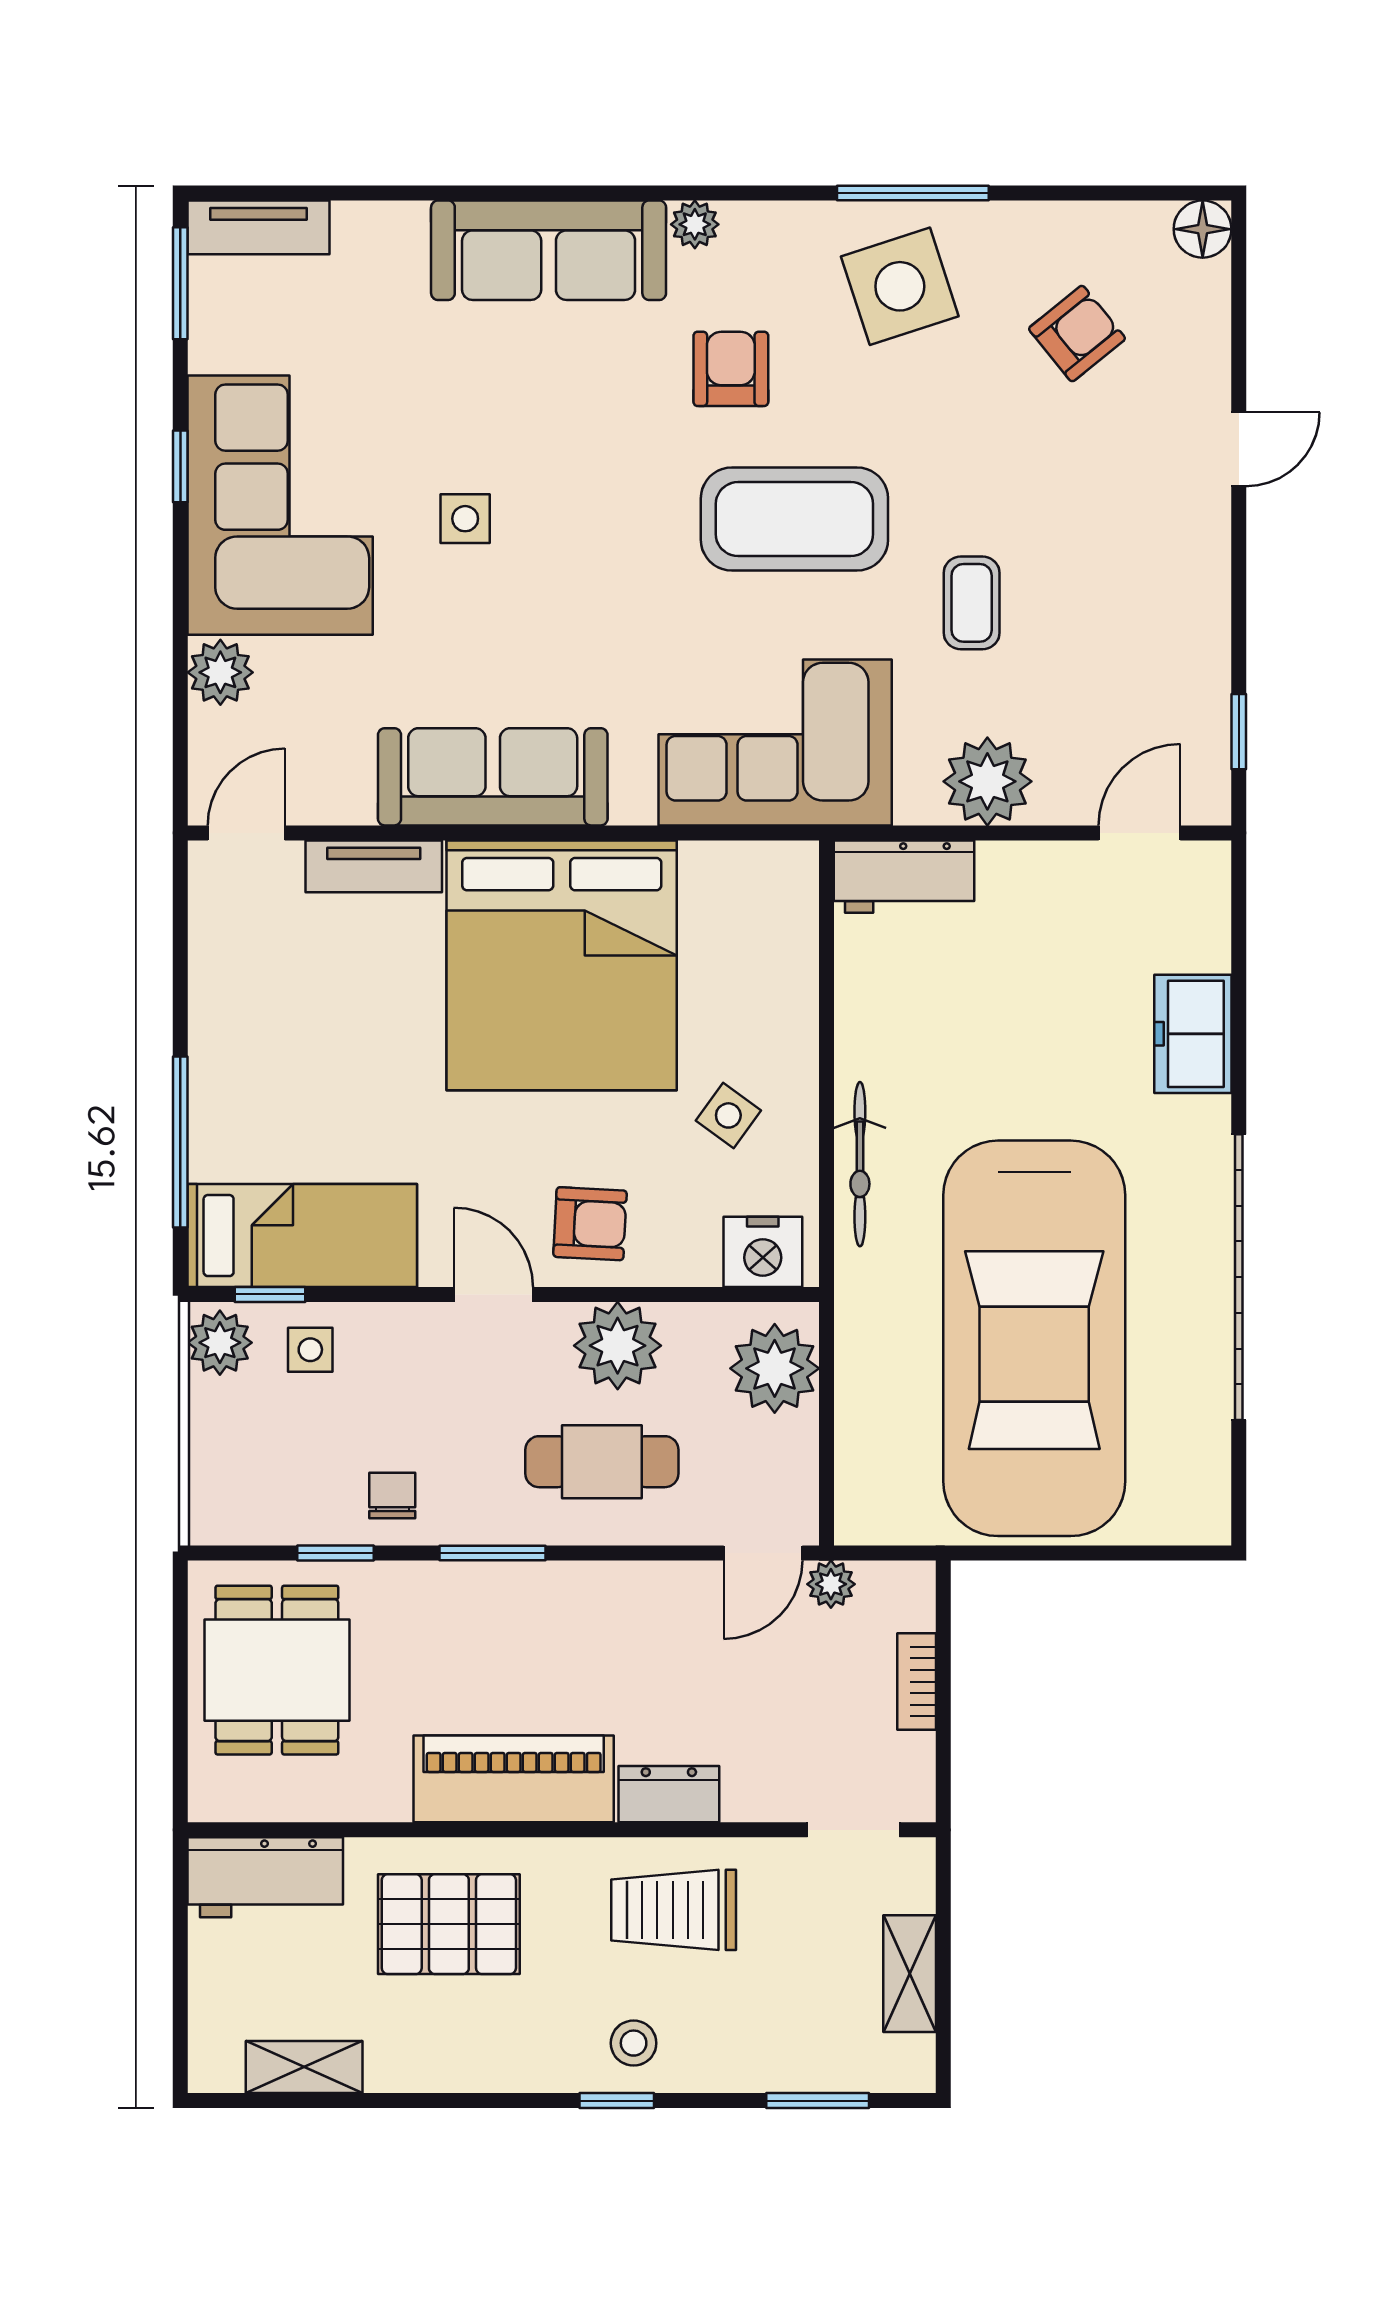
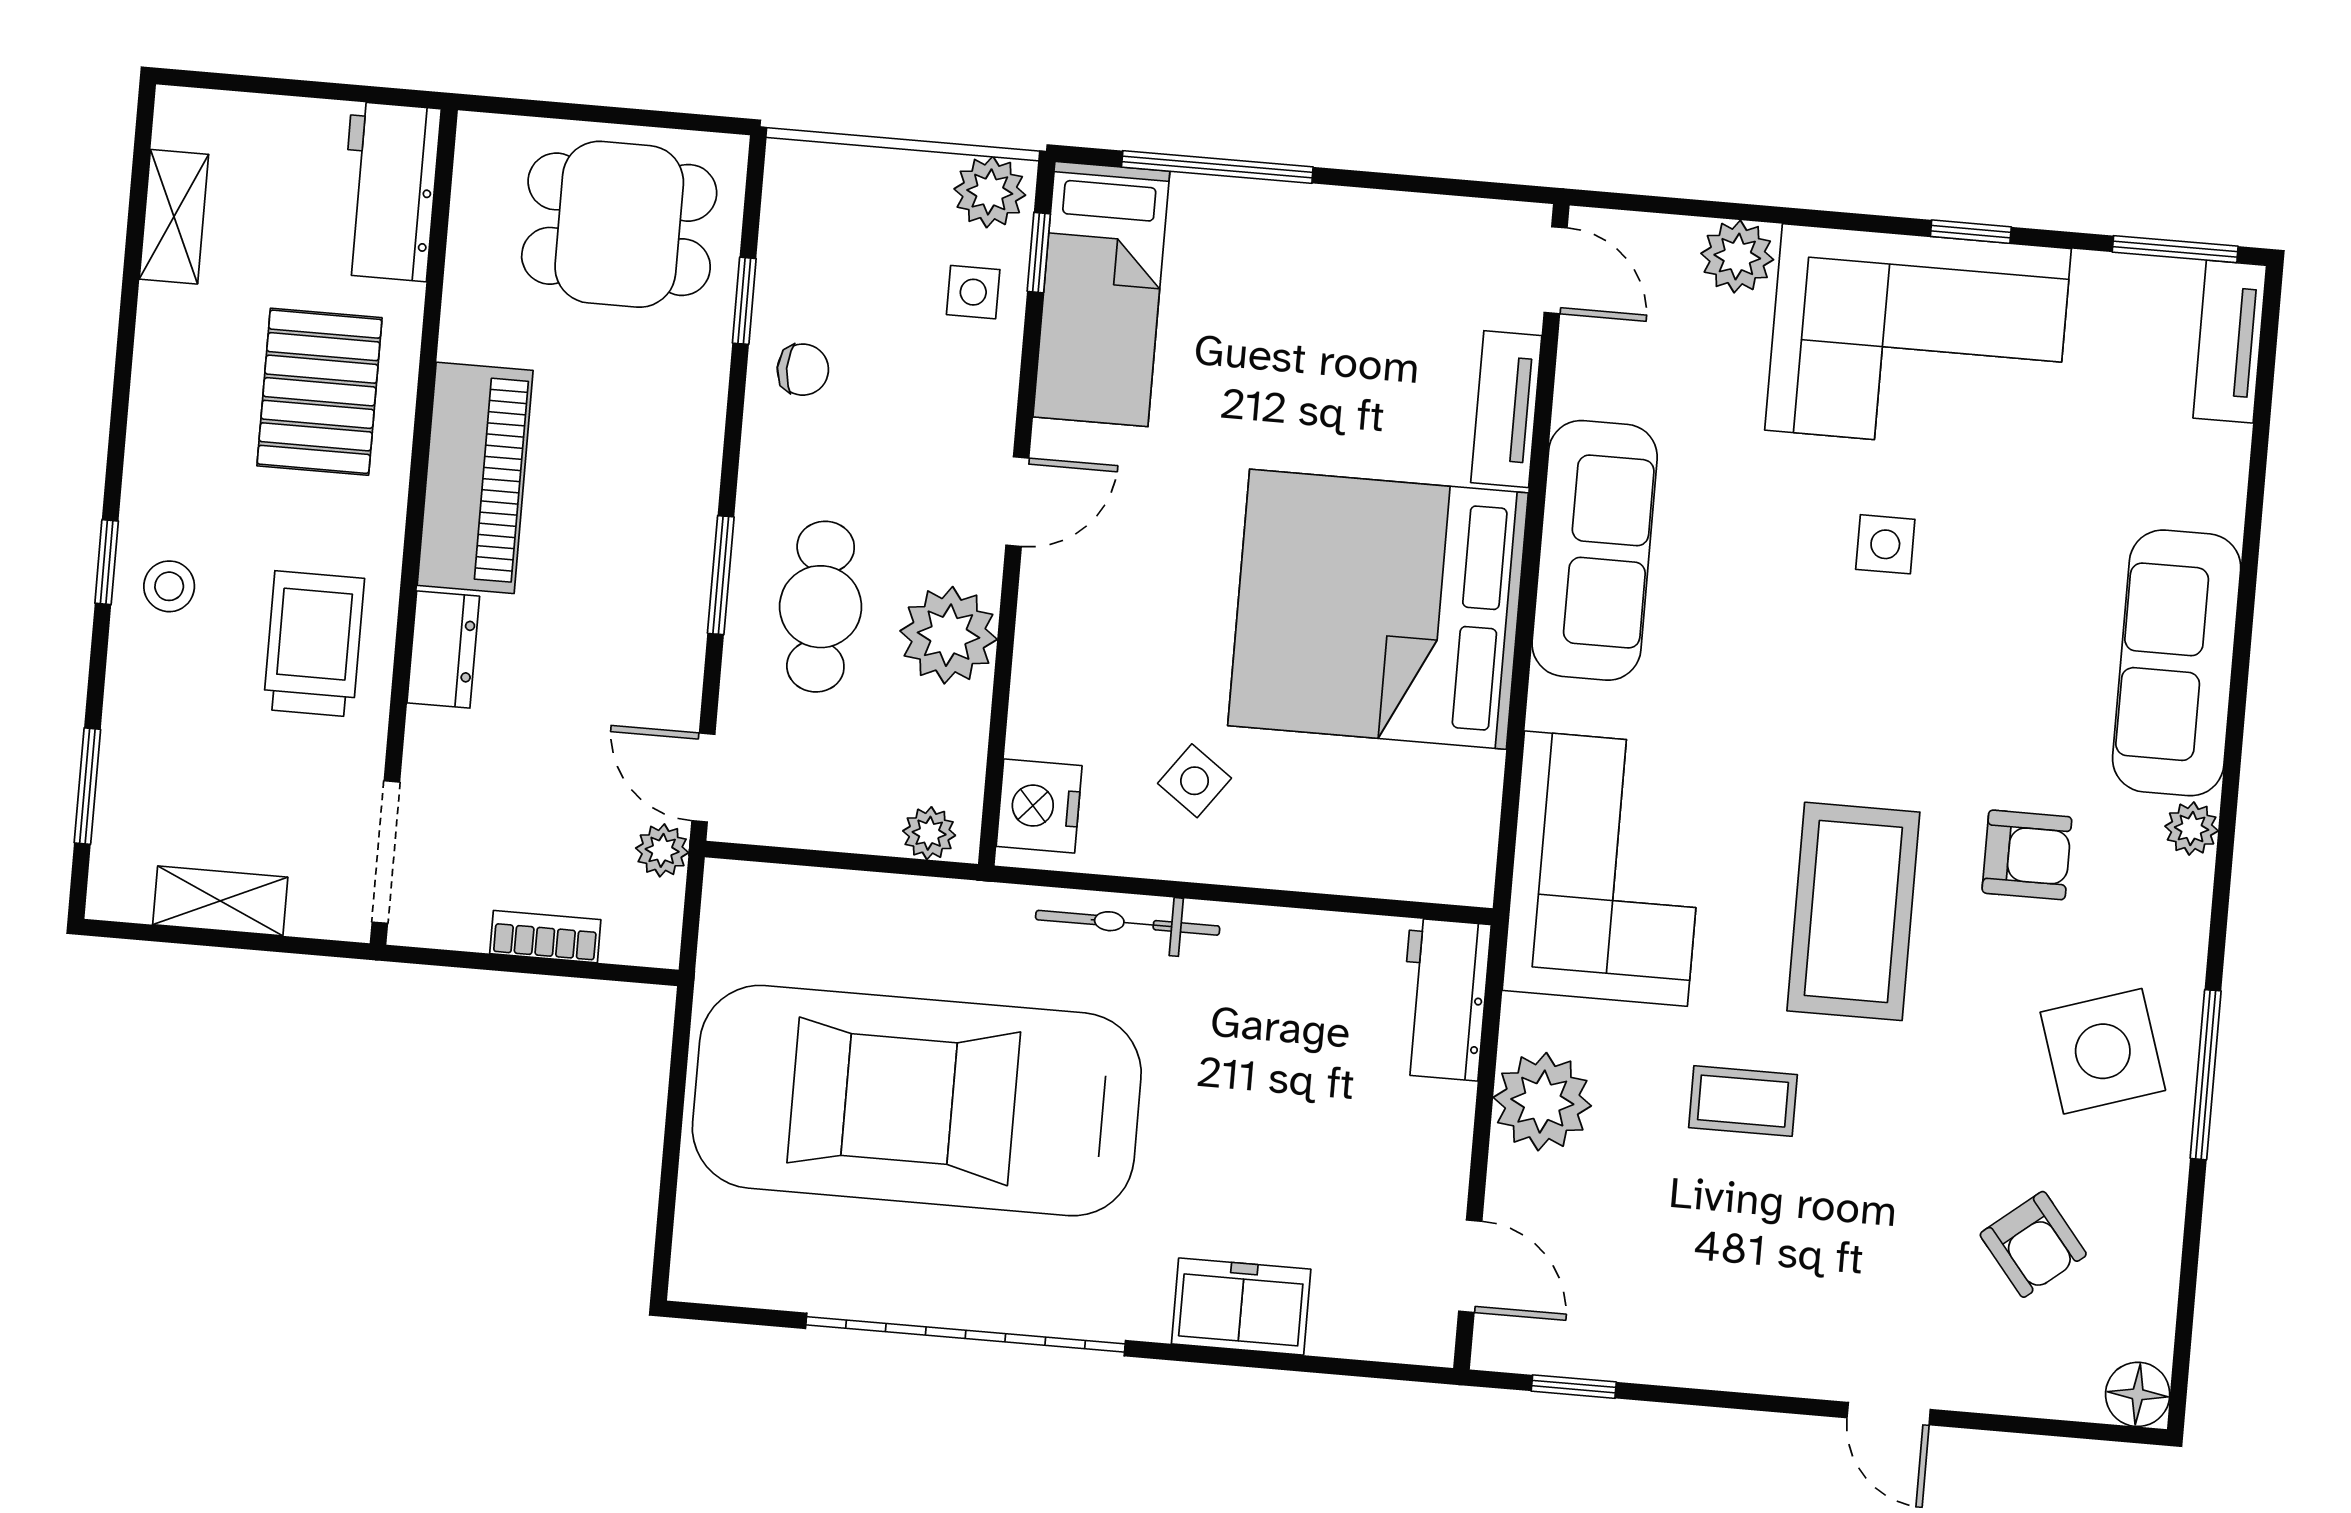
armchair: (590, 1224) -> (1087, 616), removed
plant: (775, 1368) -> (929, 833), width x0.53, depth x0.53
window: (493, 1553) -> (721, 575), moved
doorway: (854, 1830) -> (386, 852), width x1.38

